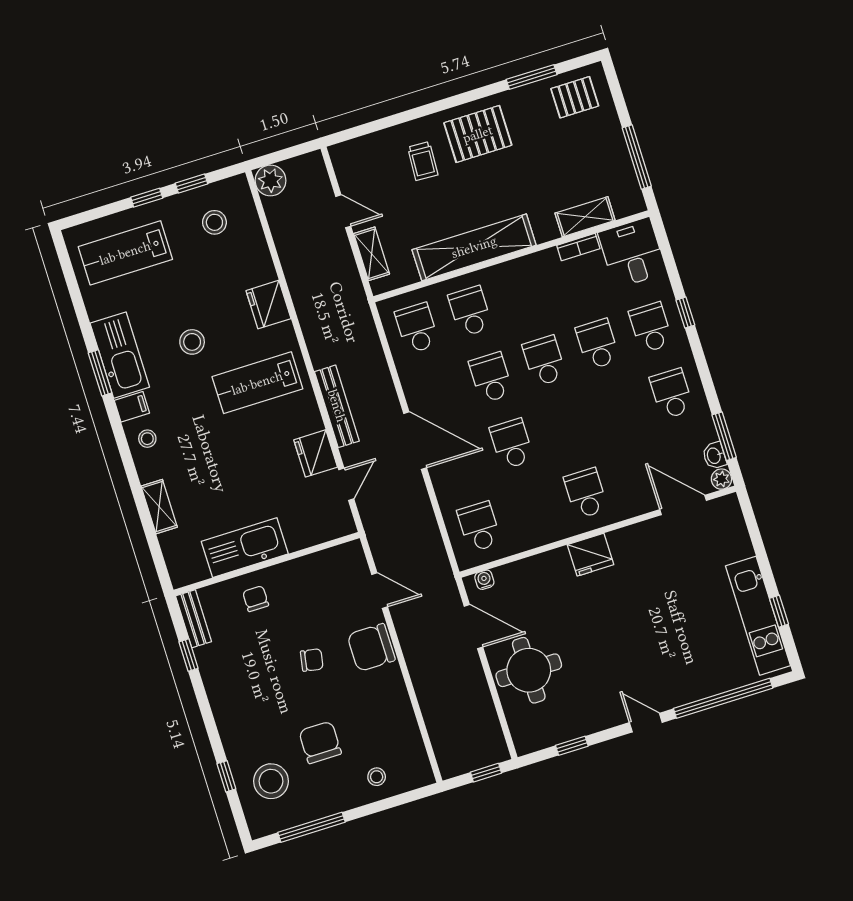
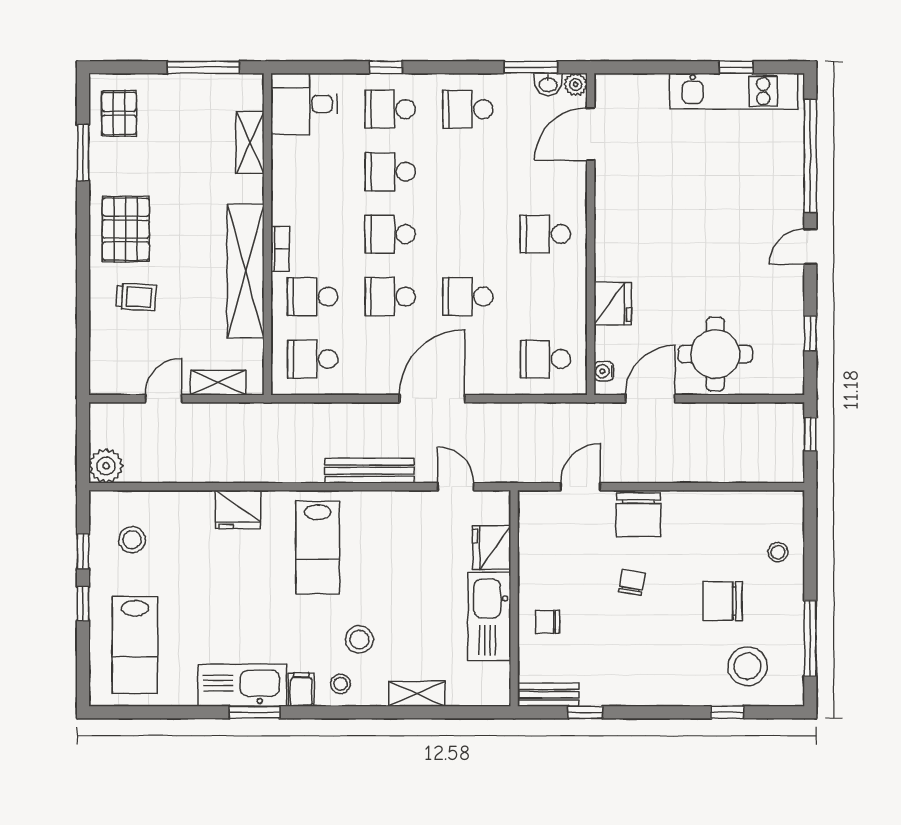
bookcase: (578, 247) -> (280, 249), moved
stool: (192, 342) -> (359, 640), moved
fridge: (316, 453) -> (492, 548), moved, turned 90
fridge: (591, 555) -> (613, 304), moved

